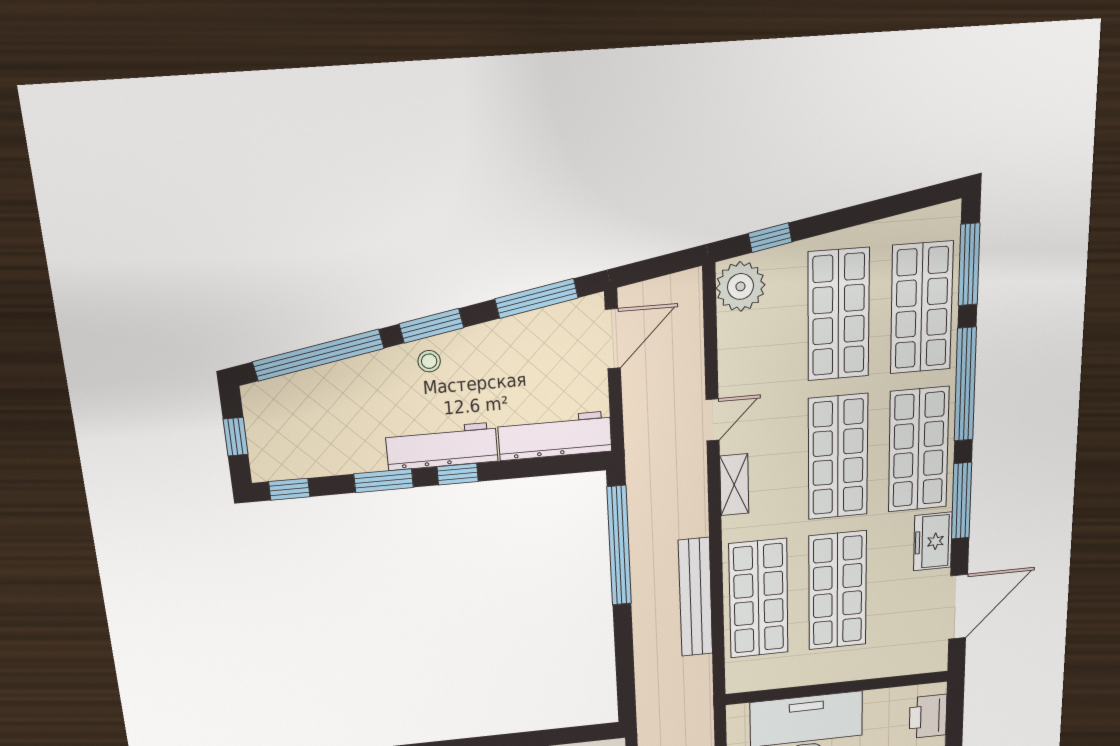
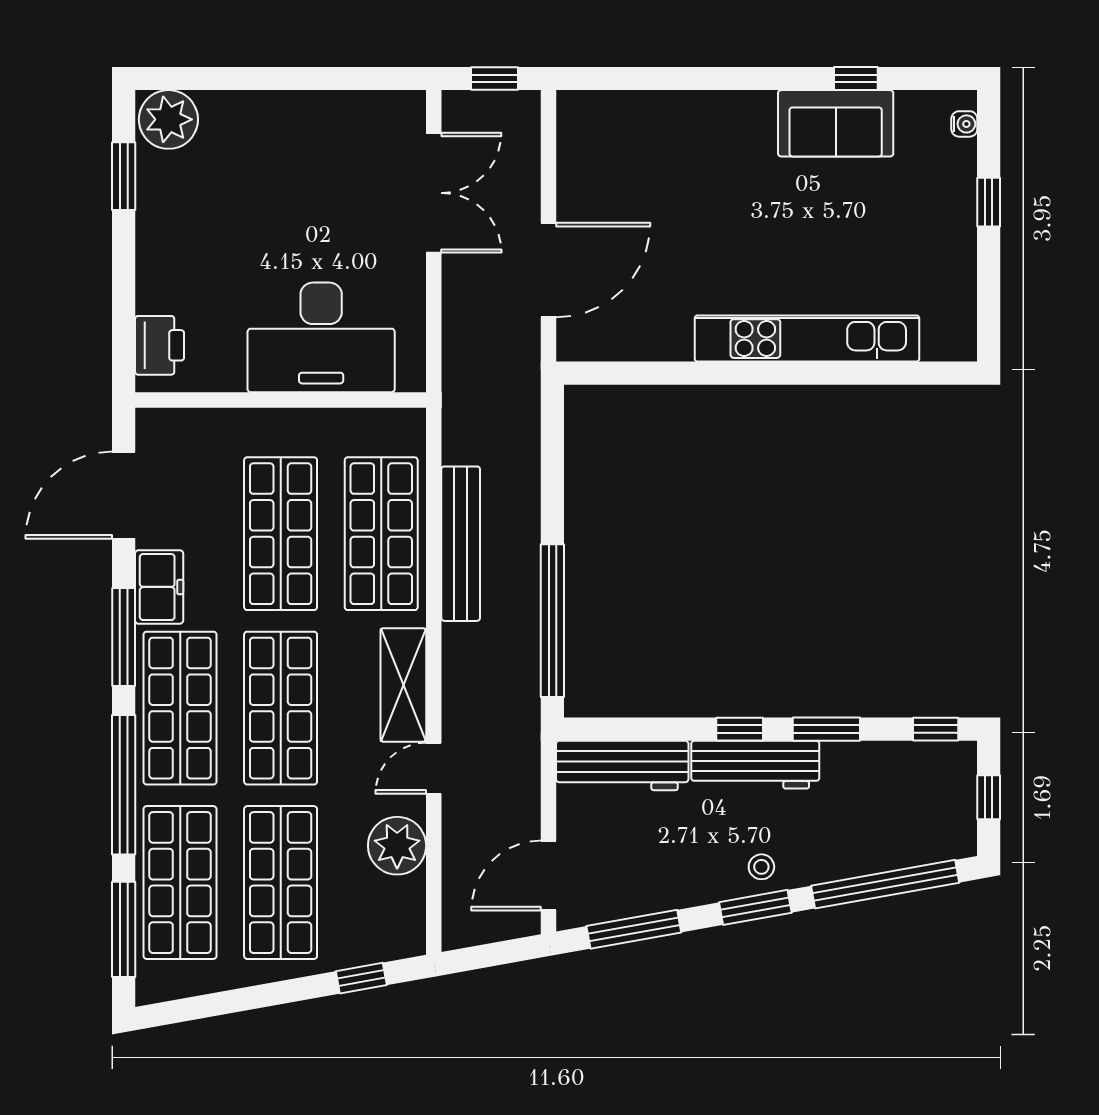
plant: (740, 286) -> (397, 846), moved
shelving: (734, 485) -> (403, 685), width x1.50, depth x1.33

